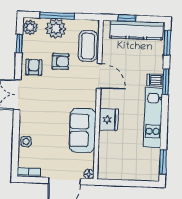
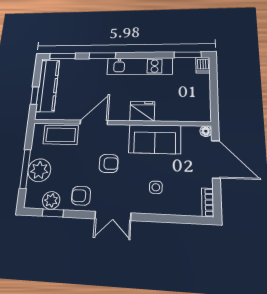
plant: (30, 27) -> (51, 200), moved
armchair: (61, 61) -> (109, 163), moved, turned 90
dishwasher: (155, 80) -> (203, 65), moved
side table: (26, 141) -> (156, 187), moved

